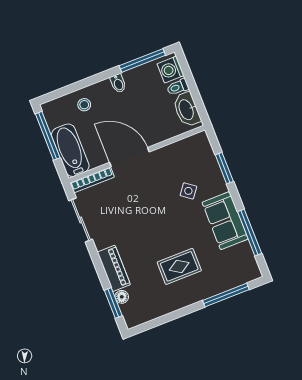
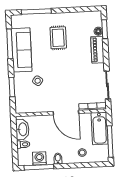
washing machine: (171, 70) -> (39, 158), moved, turned -90
sofa: (225, 221) -> (22, 50), width x1.36
rug: (179, 266) -> (58, 38), turned 90

